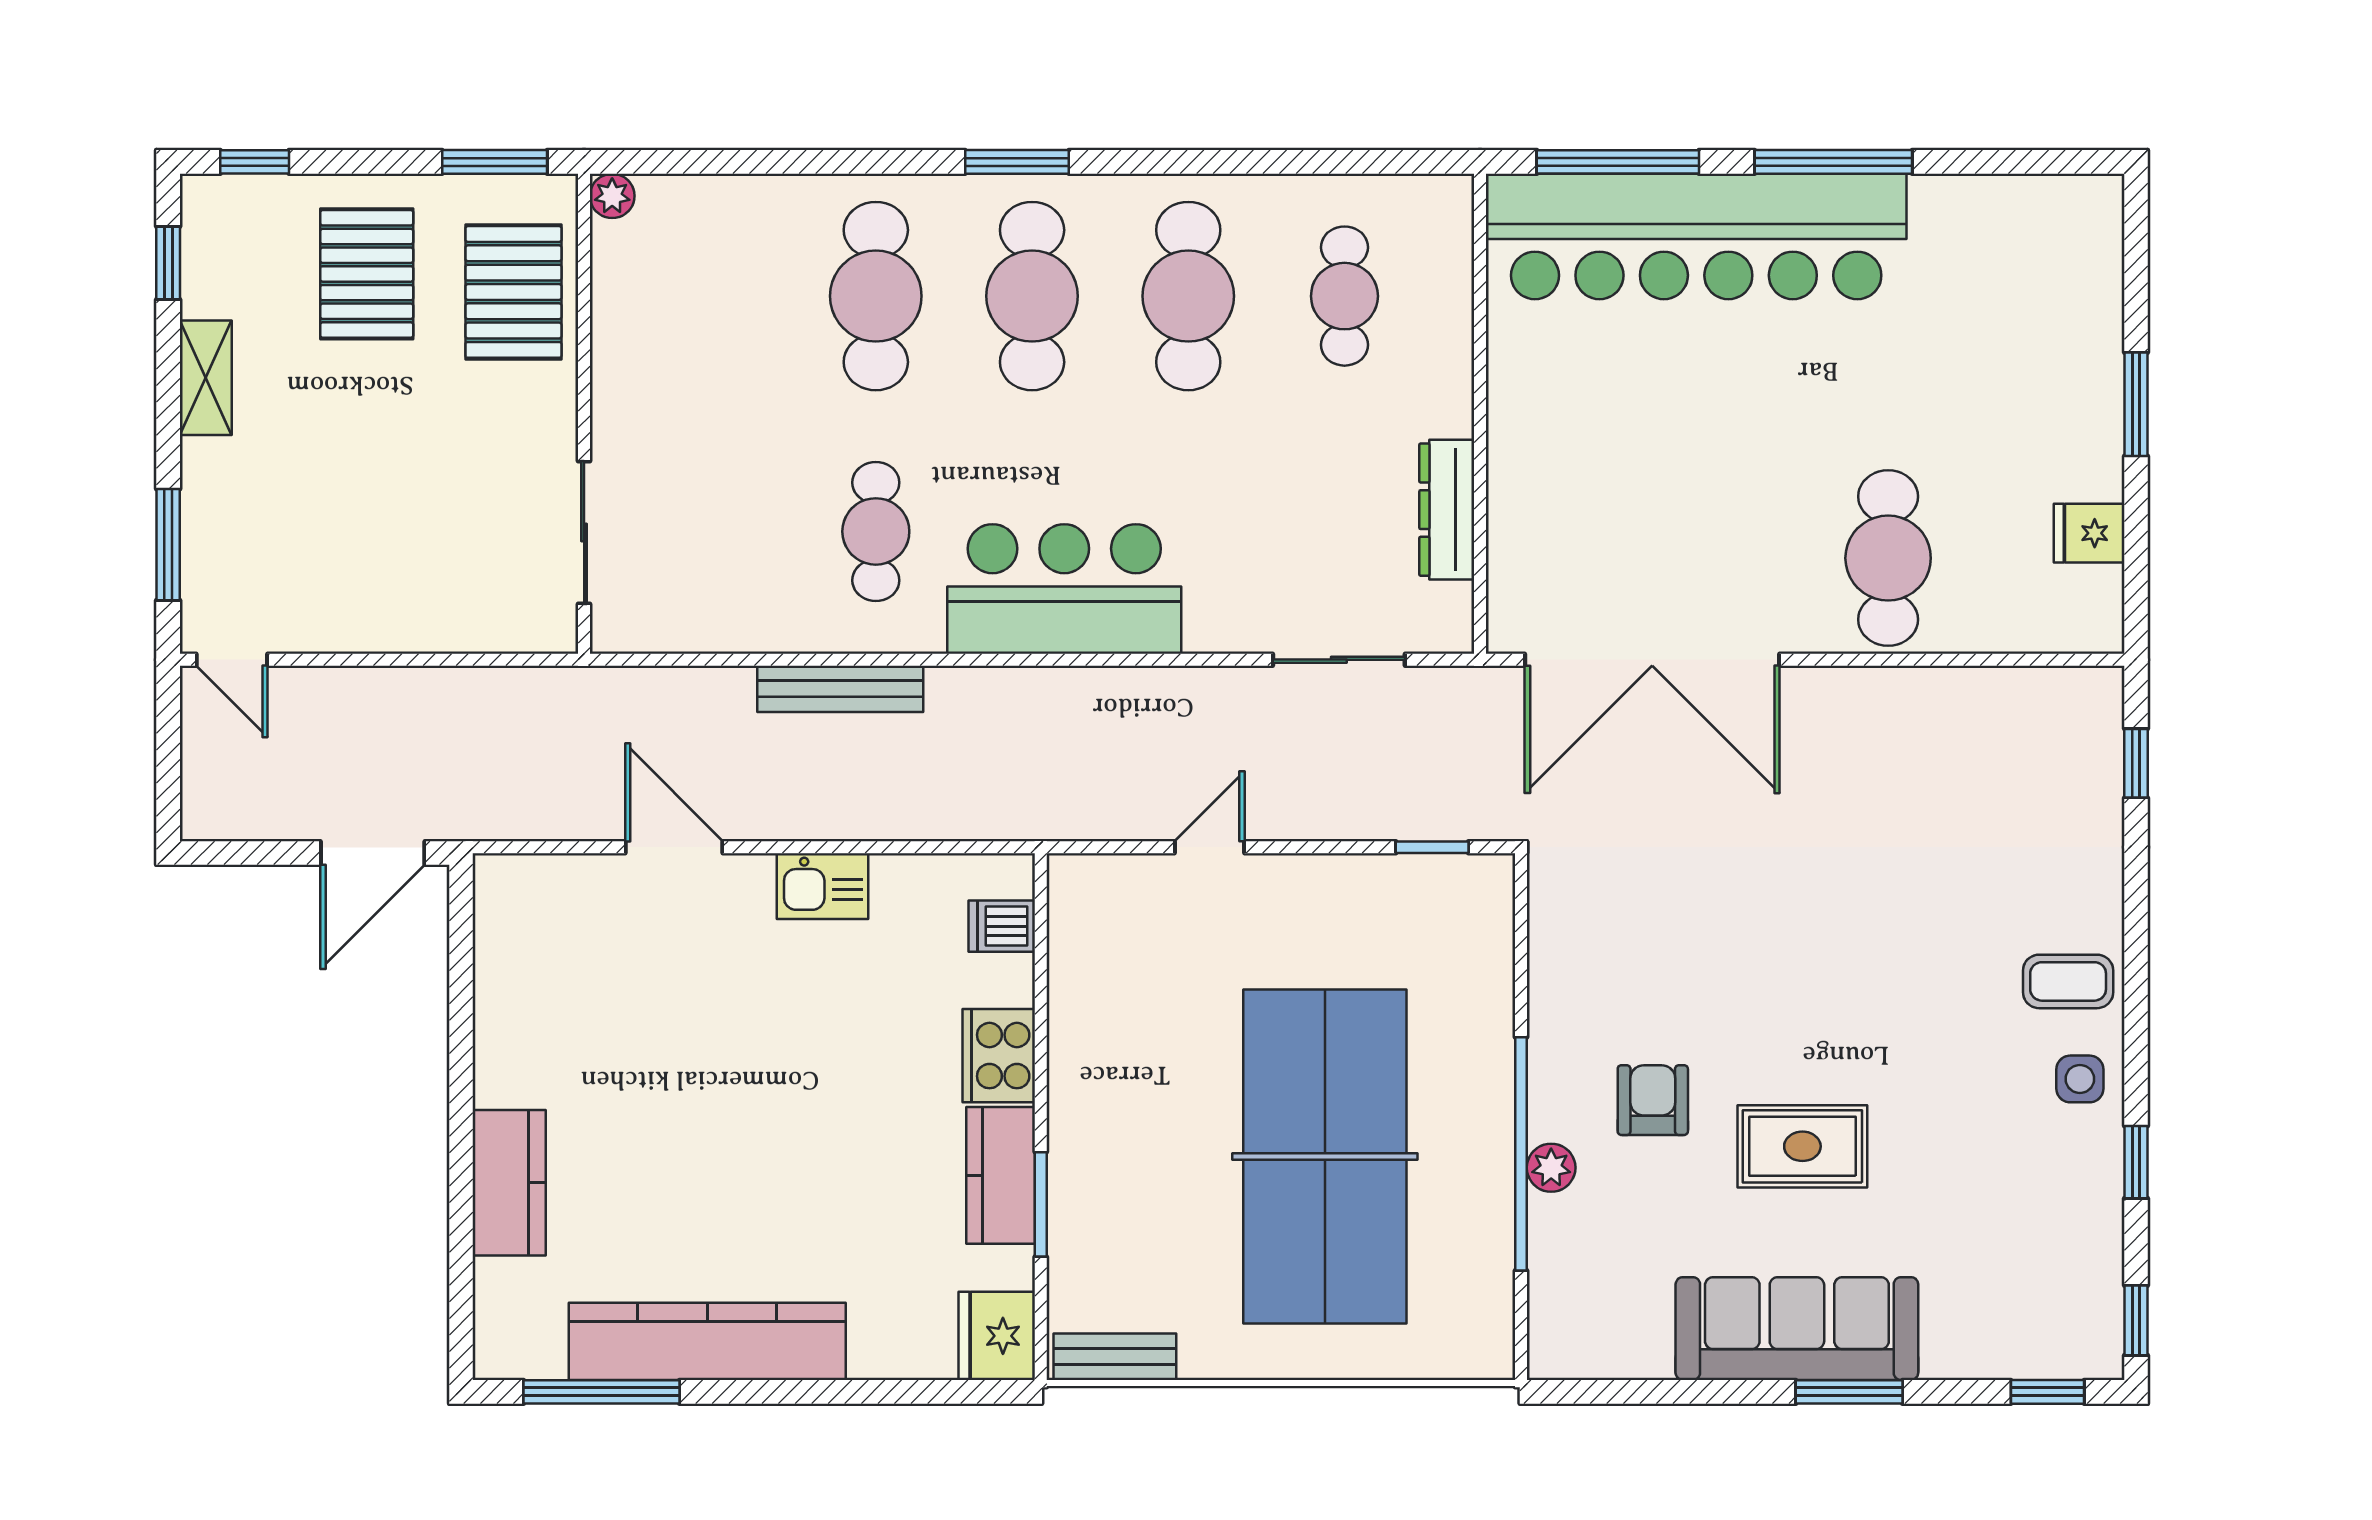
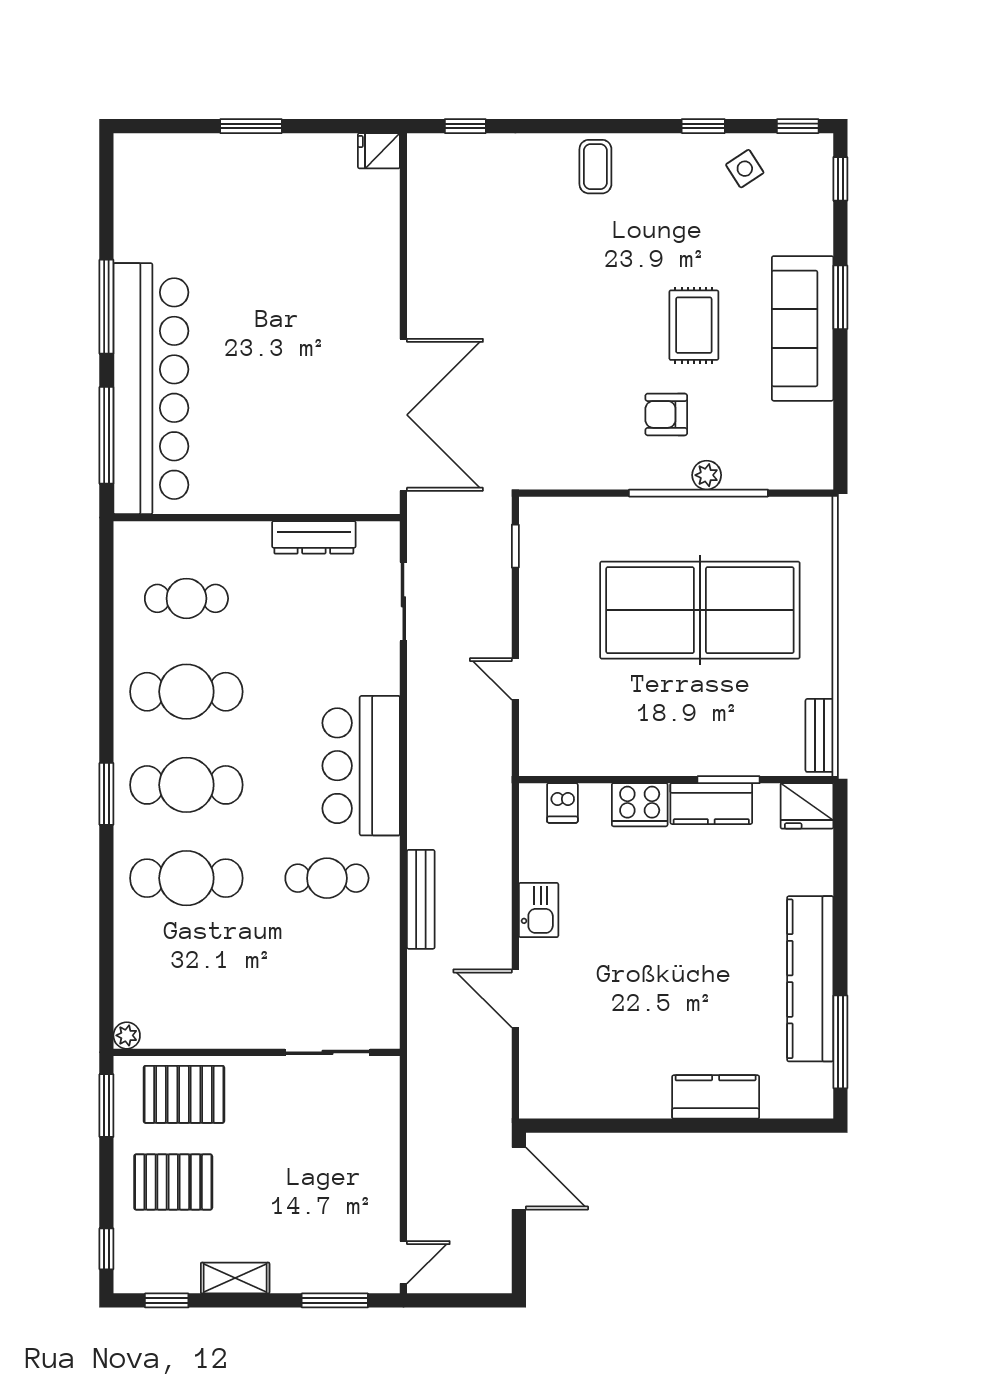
fridge: (2089, 533) -> (379, 151), moved, turned 90
cafe table: (1888, 558) -> (343, 274), removed
door: (674, 847) -> (515, 999), hinge flipped
side table: (2080, 1079) -> (745, 169), moved, turned -33

